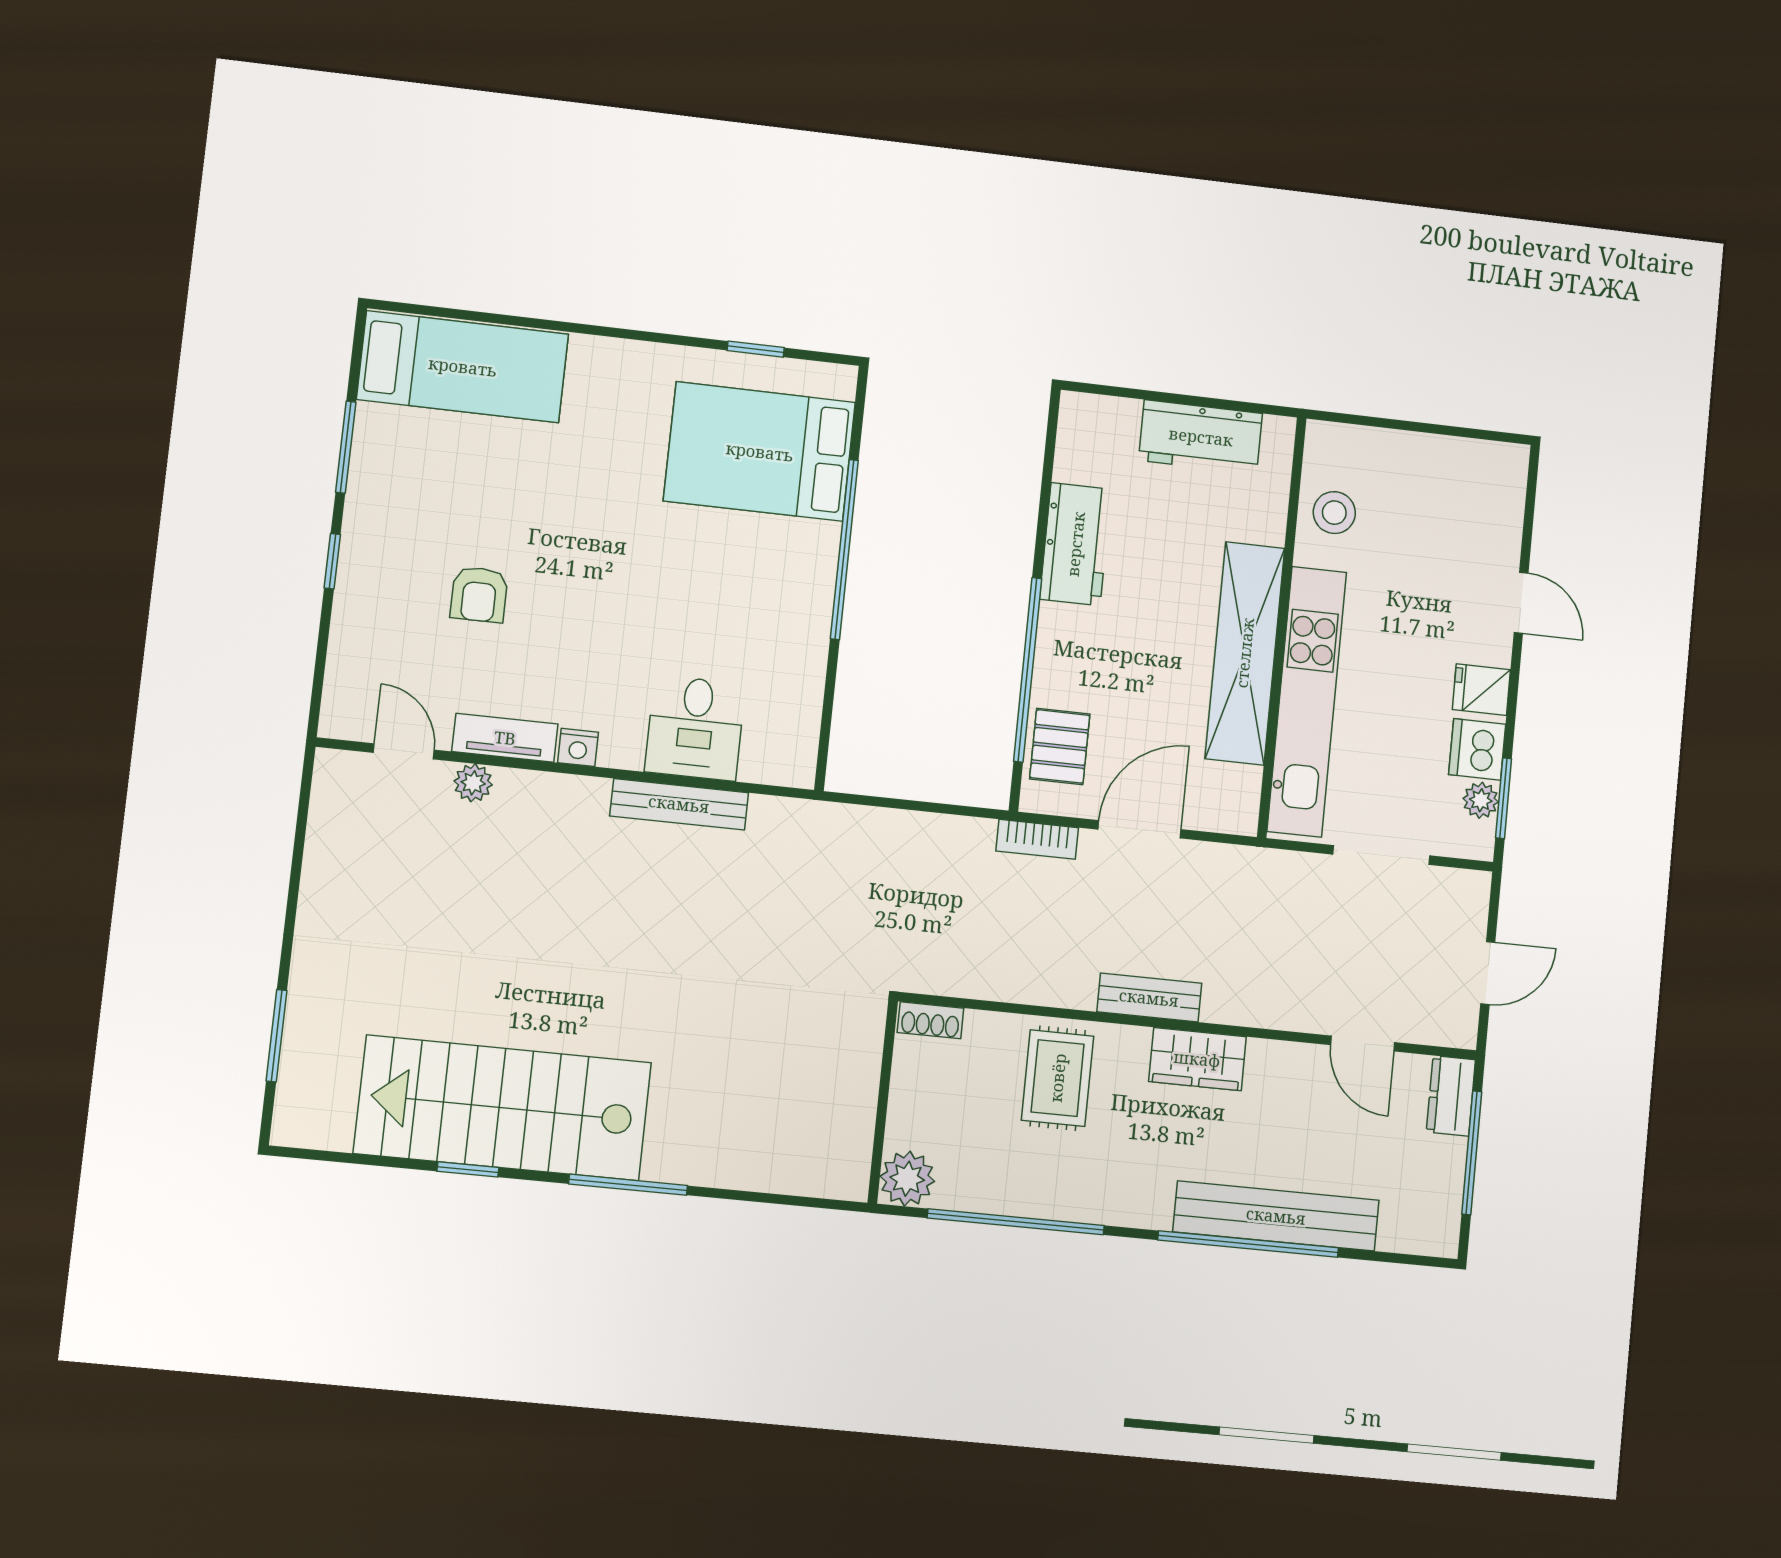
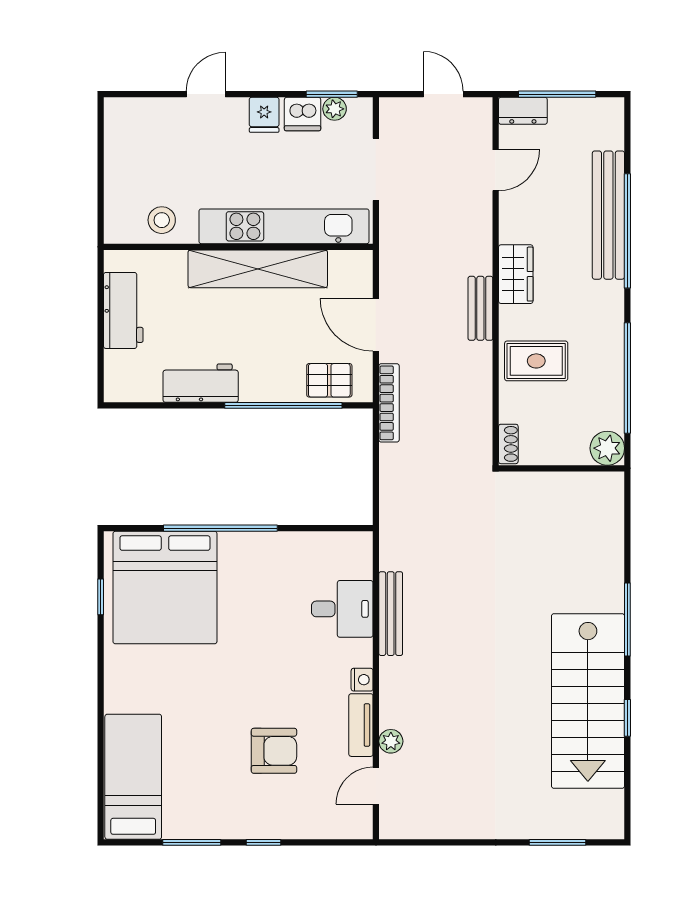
bed: (760, 452) -> (165, 588), width x1.36
armchair: (479, 594) -> (274, 751), width x1.38, depth x1.38
bookcase: (1037, 839) -> (389, 403), width x1.56

